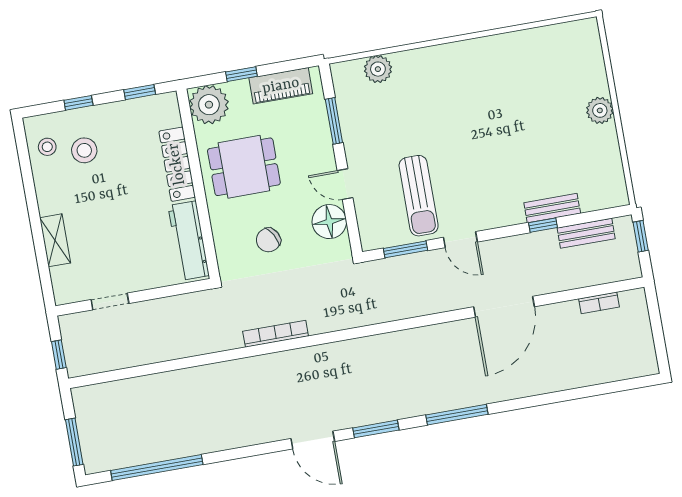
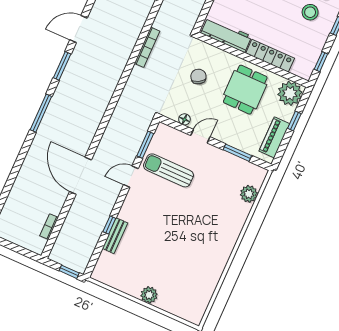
floor lamp: (329, 222) -> (184, 119), width x0.53, depth x0.53
bench: (586, 233) -> (90, 244), removed

